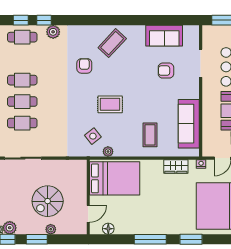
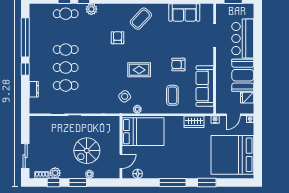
armchair: (166, 71) -> (178, 65), moved

